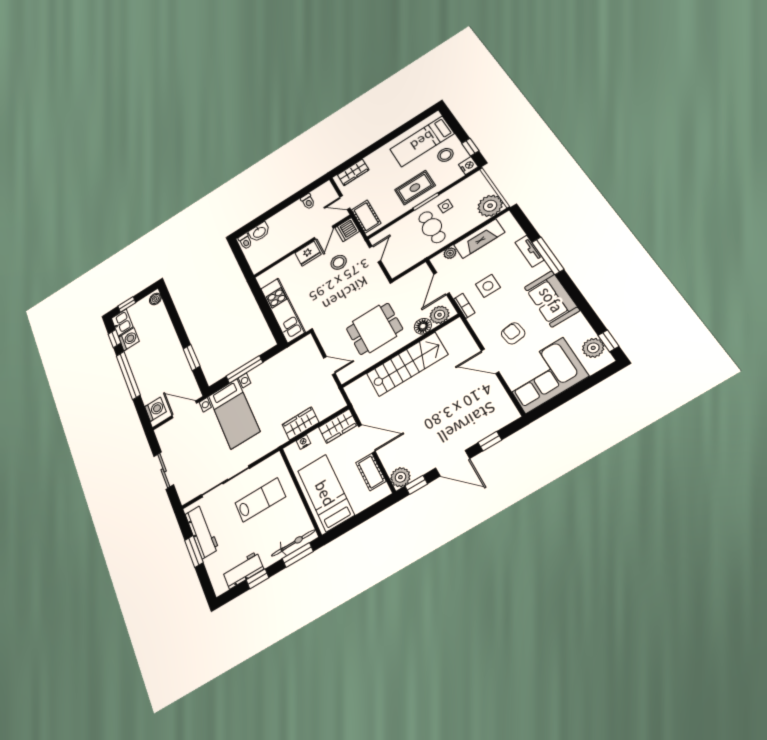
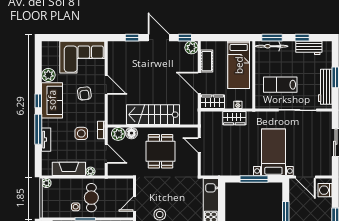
plant: (490, 206) -> (46, 183), width x0.53, depth x0.53
door: (442, 284) -> (106, 154), hinge flipped
dining table: (374, 329) -> (160, 151), turned 90
window: (608, 341) -> (38, 101), moved
plant: (593, 348) -> (48, 75), moved

